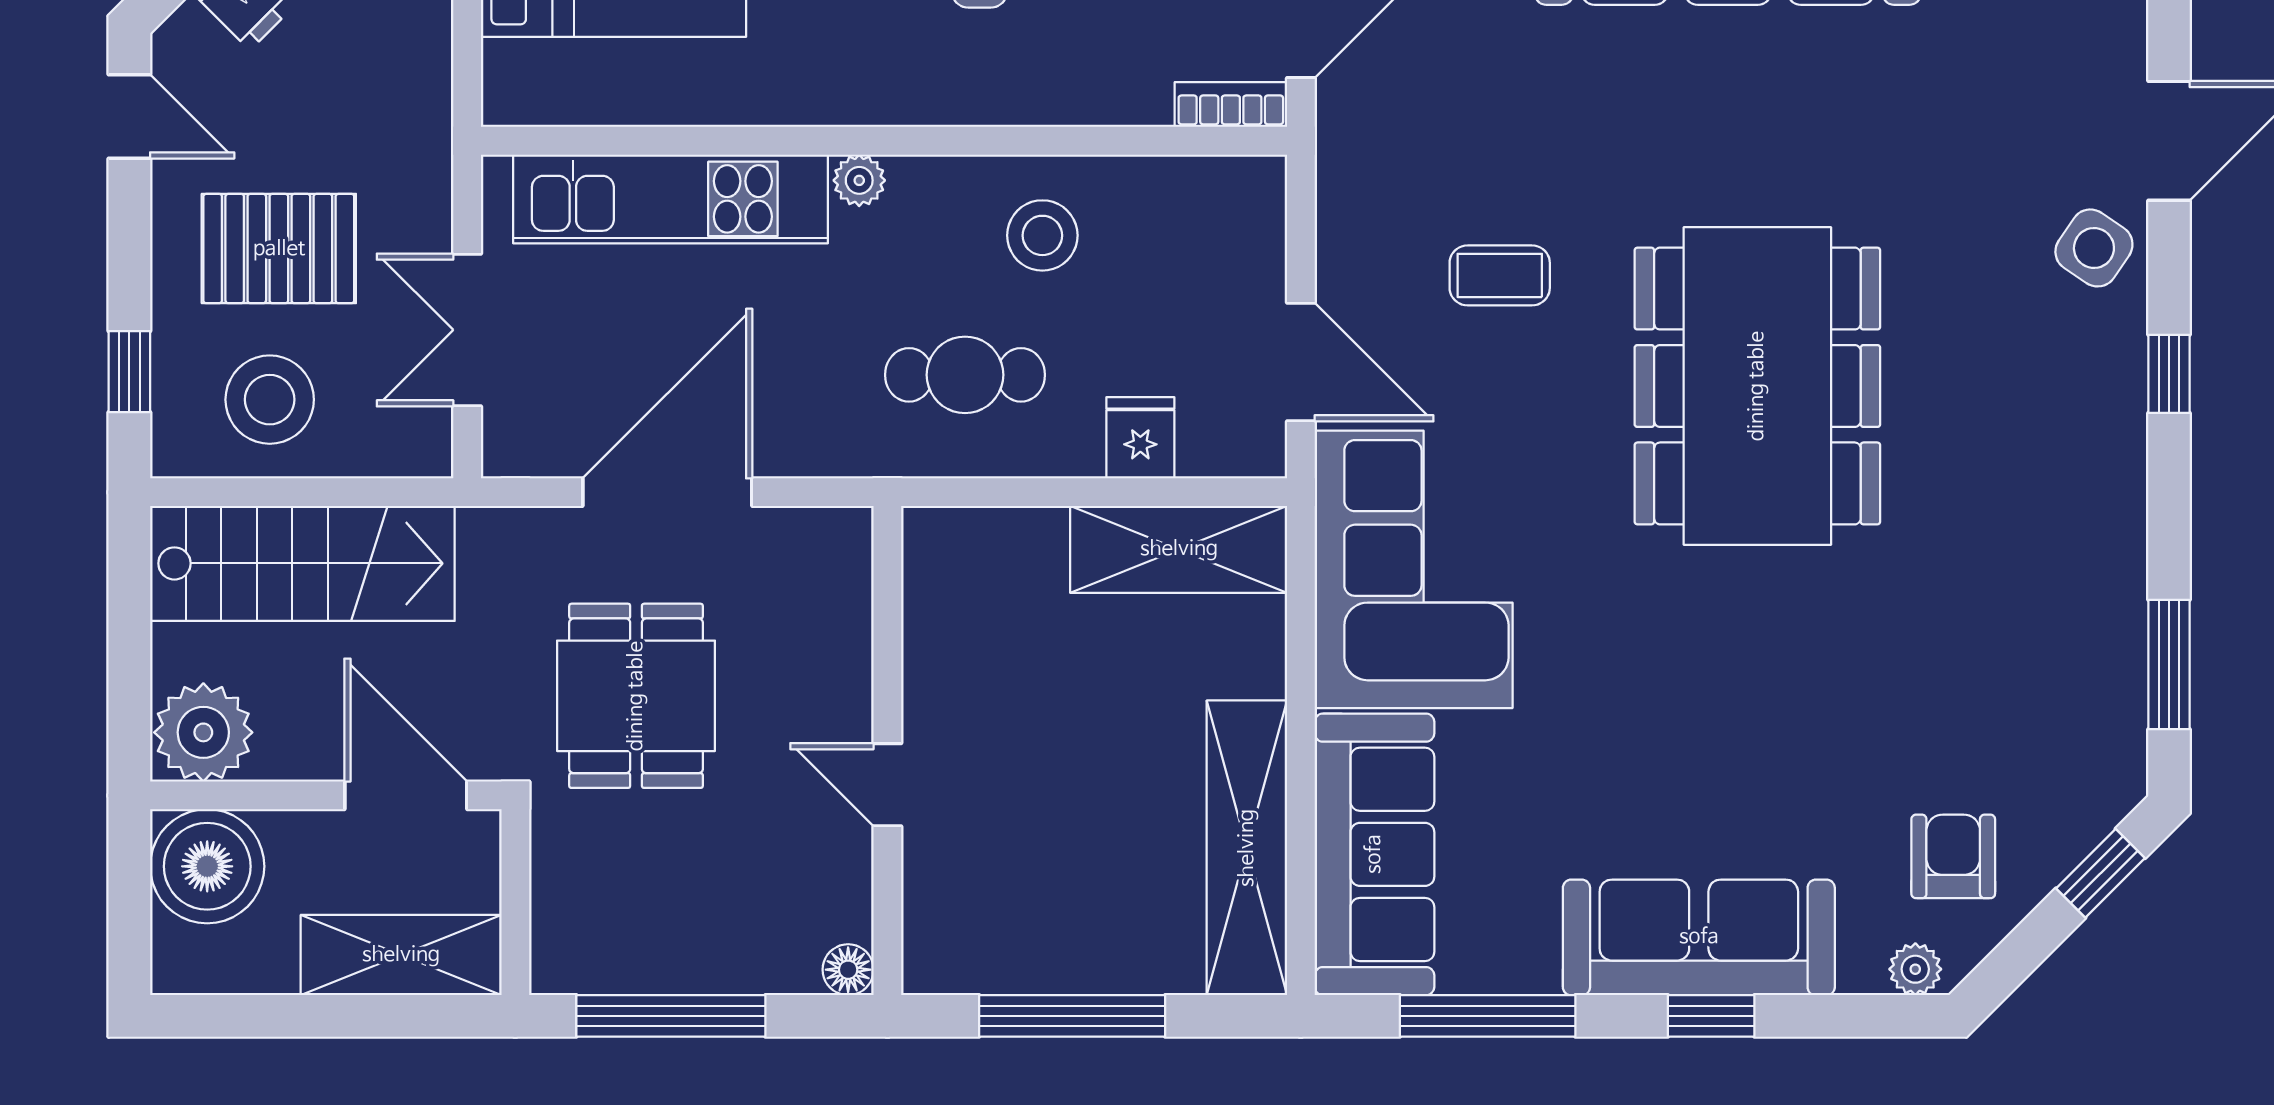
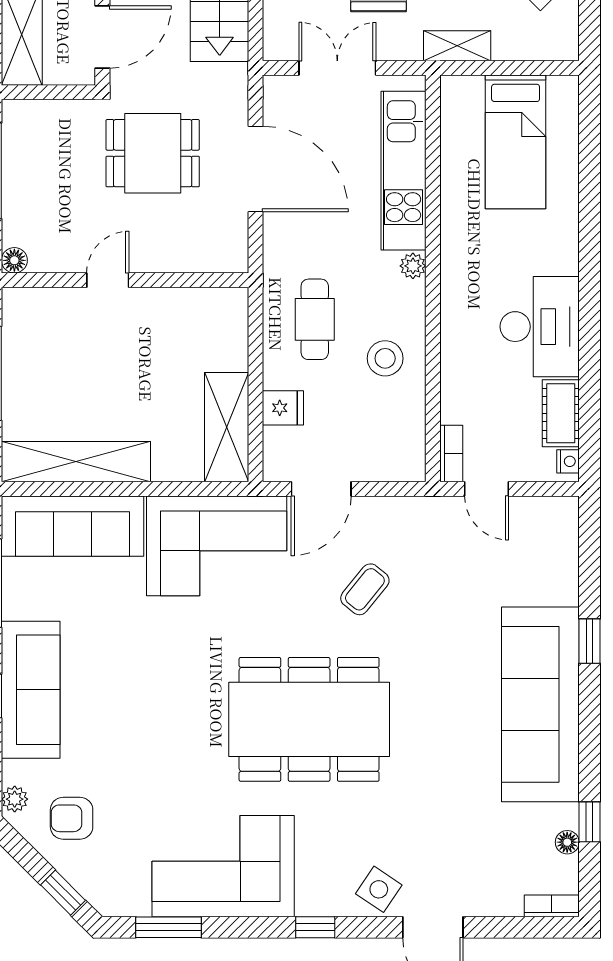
shelving: (423, 93) -> (457, 46), added
coffee table: (1500, 275) -> (365, 589), turned 39
corner sofa: (2048, 556) -> (223, 866), added
armchair: (1953, 856) -> (72, 818), turned 180

